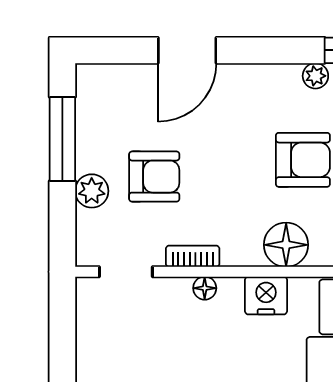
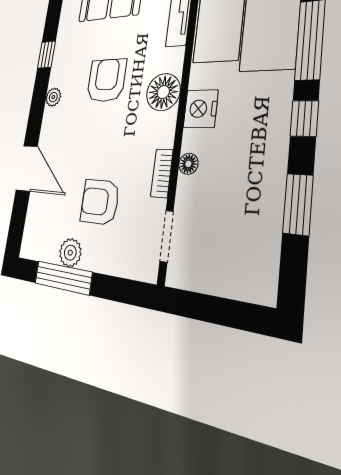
plant: (315, 76) -> (53, 97), moved
armchair: (154, 177) -> (100, 202), turned -90
plant: (92, 191) -> (70, 253), moved

